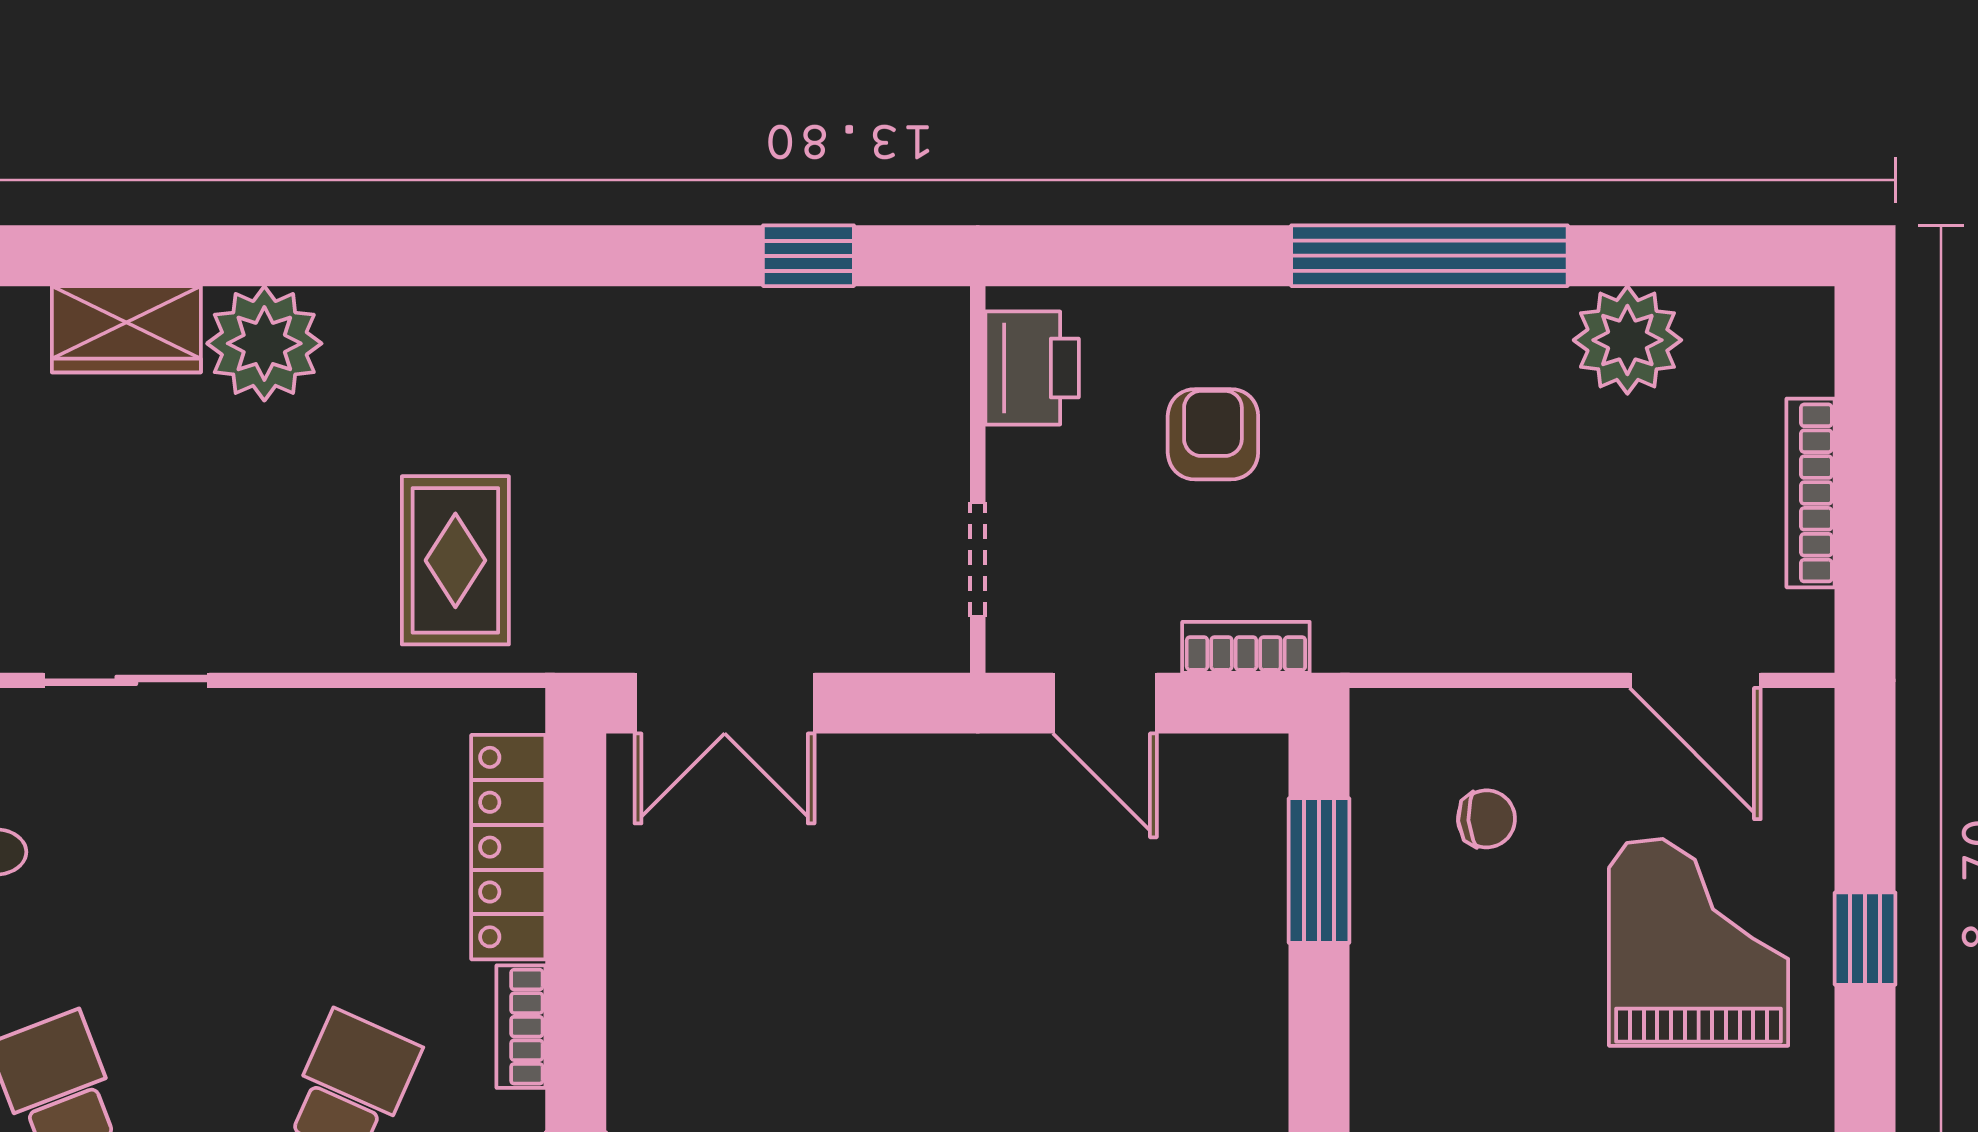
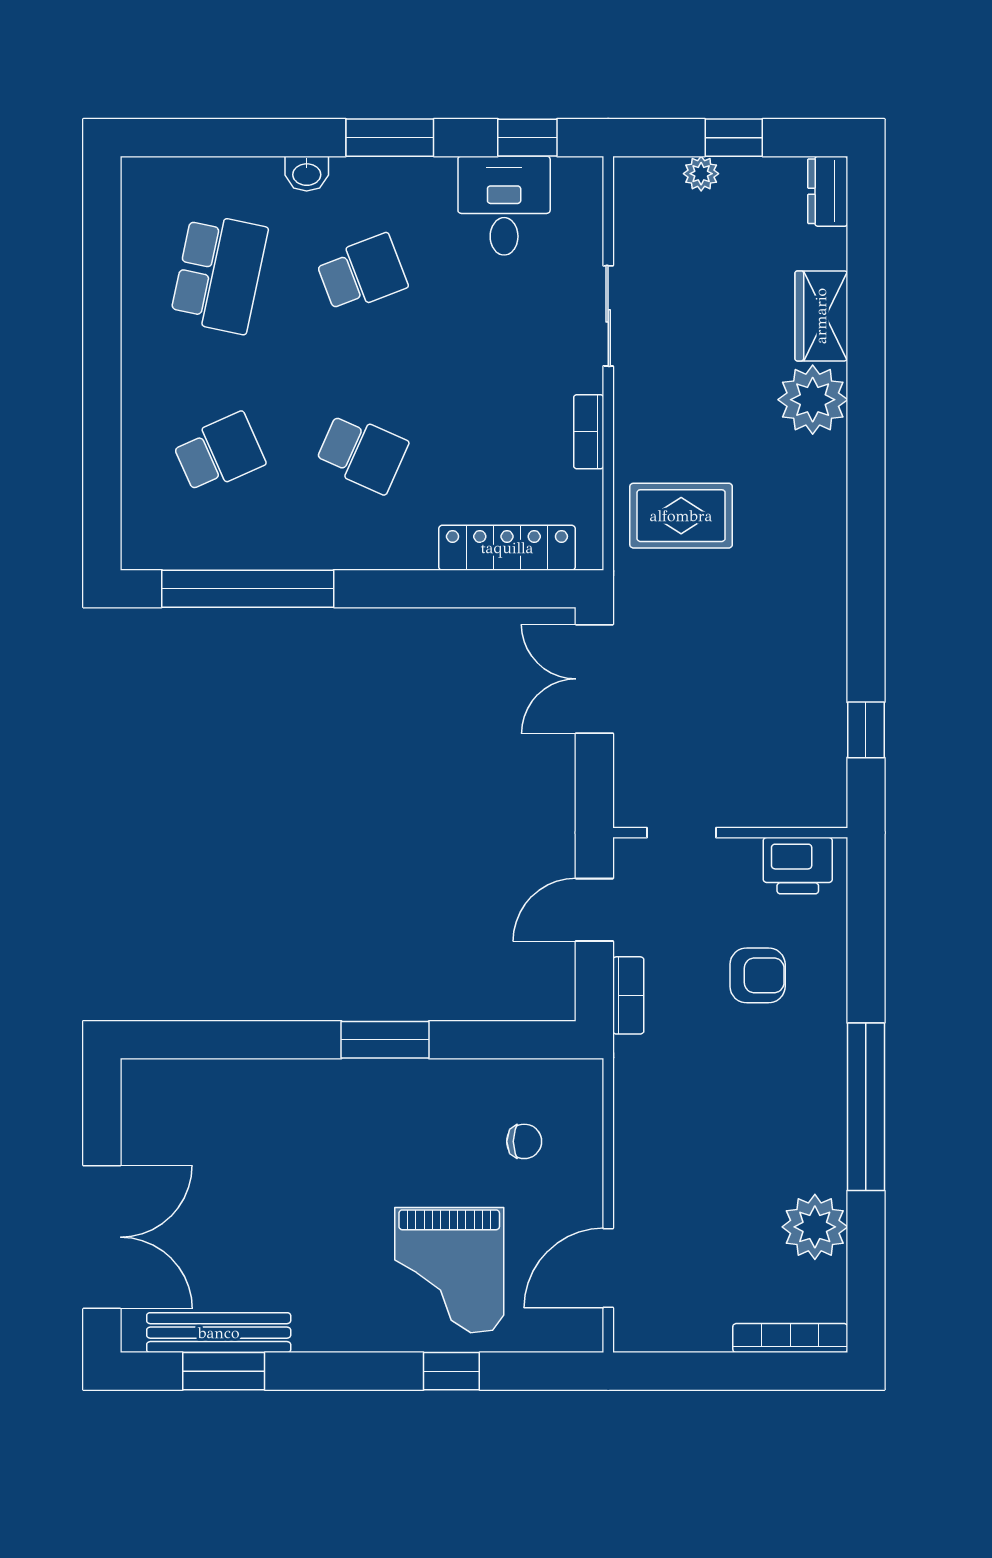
bookcase: (1811, 493) -> (790, 1338), moved
chair: (1487, 819) -> (524, 1141), turned -86
window: (1319, 871) -> (385, 1040), moved
grand piano: (1699, 942) -> (449, 1270), turned 90
bookcase: (521, 1027) -> (589, 432), moved, turned -90

